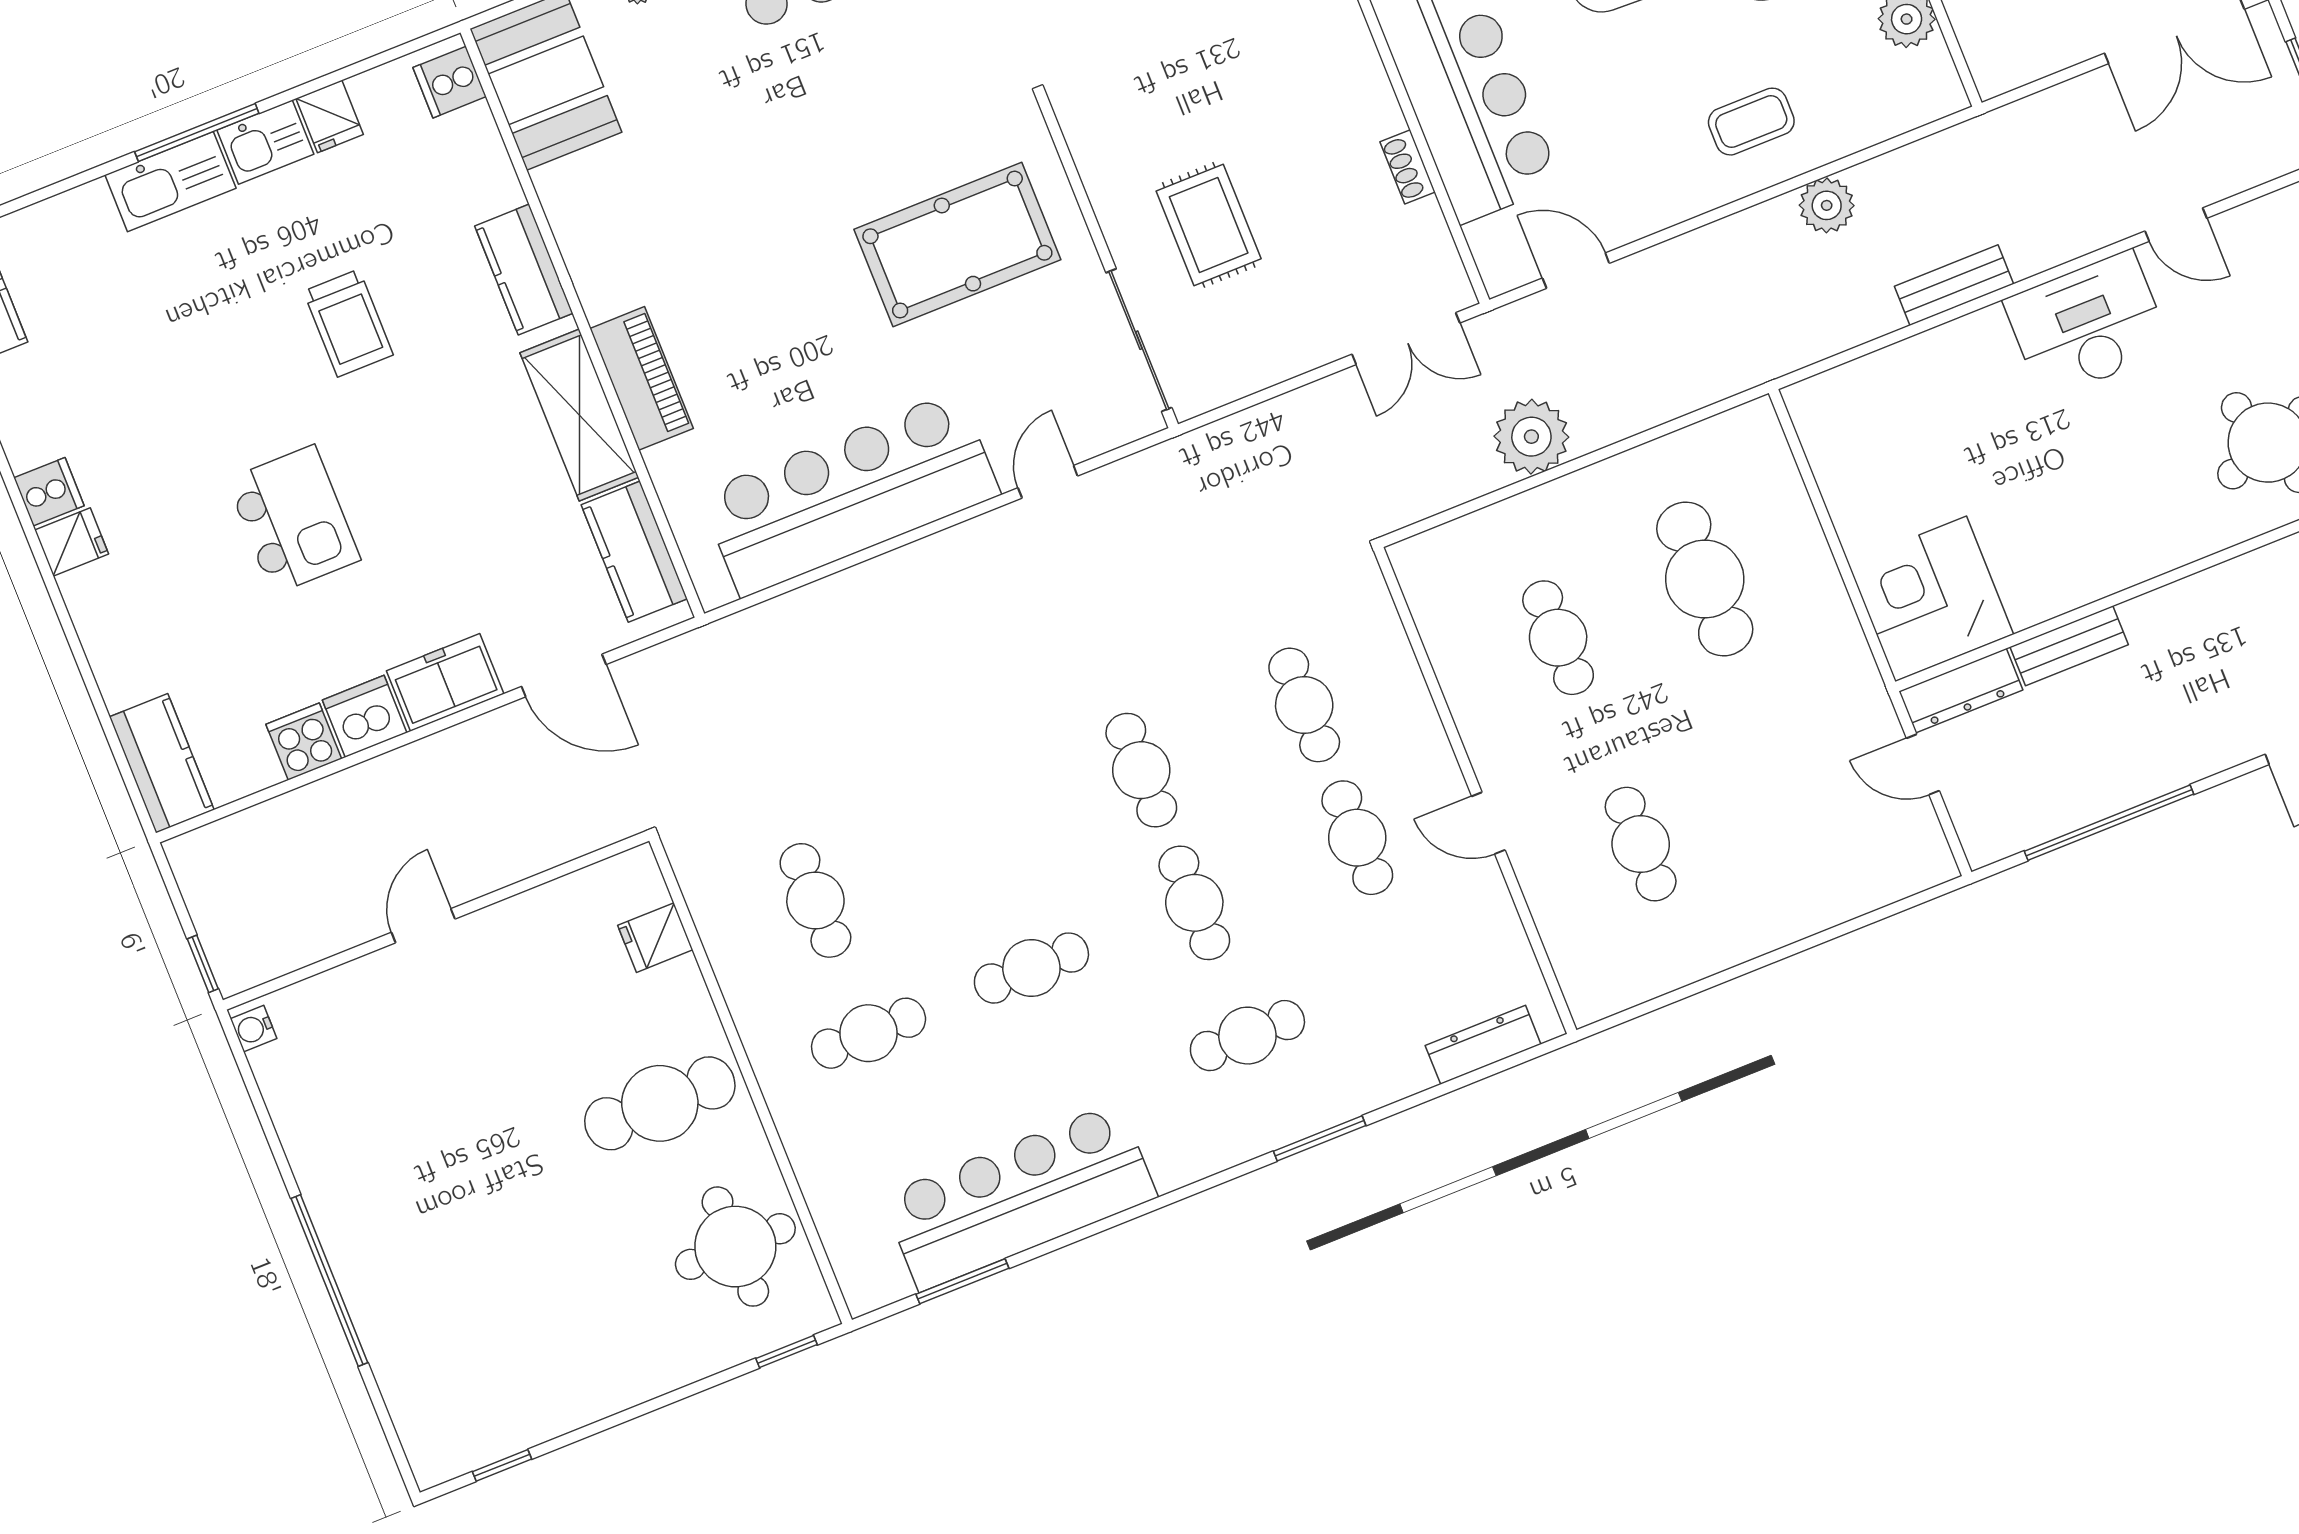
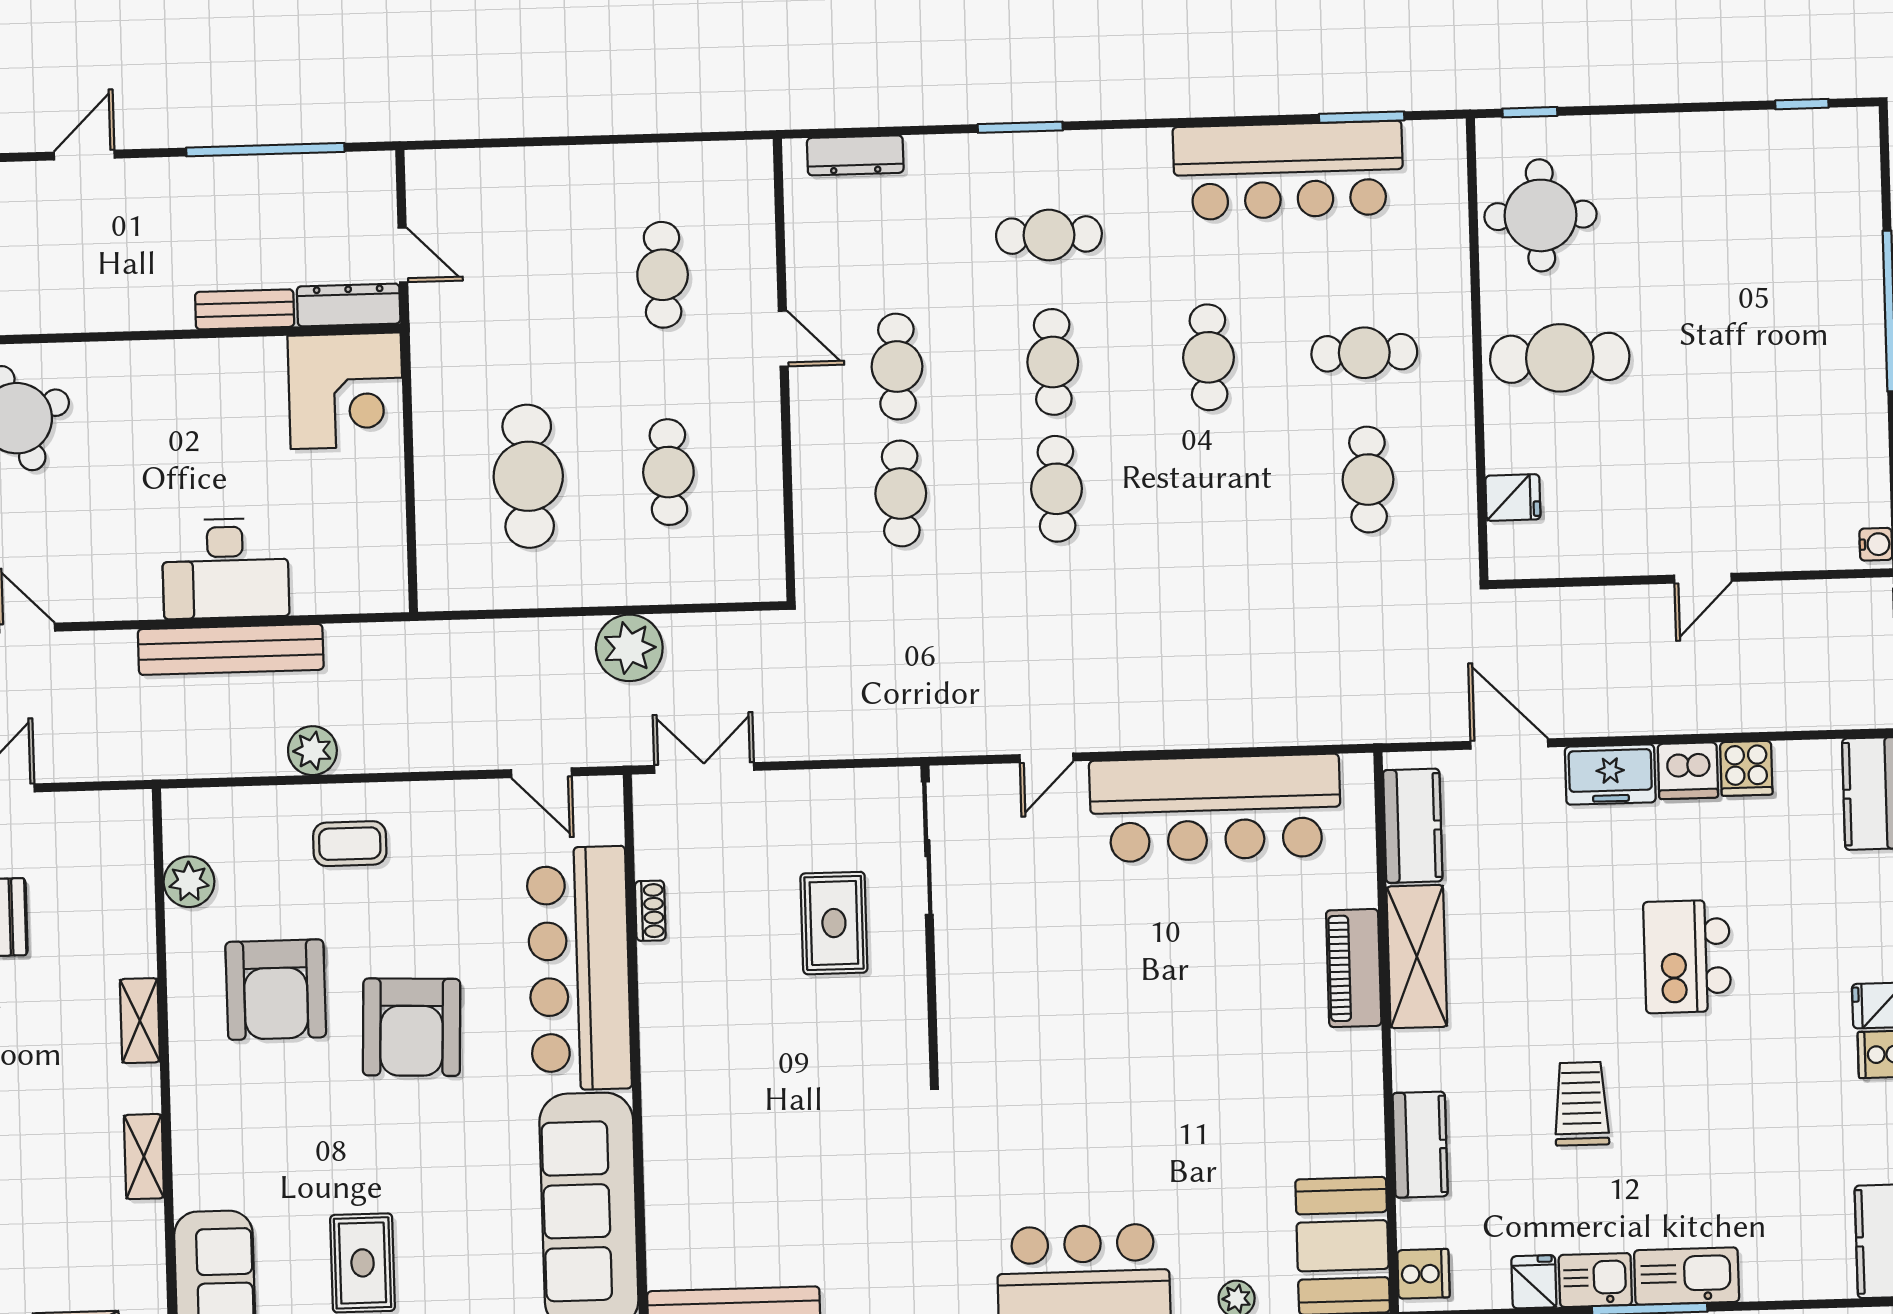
pool table: (957, 245) -> (1049, 983), removed
kitchen counter: (524, 270) -> (1420, 1145), moved
bench: (1954, 285) -> (231, 649), width x1.86, depth x1.21
desk: (2087, 325) -> (225, 568), moved
cafe table: (1031, 968) -> (1209, 357), turned 90

